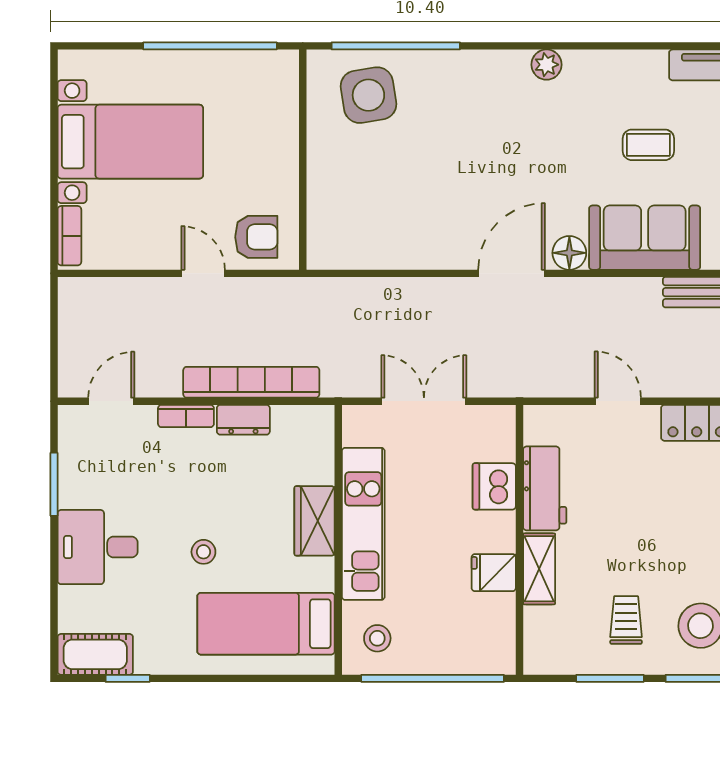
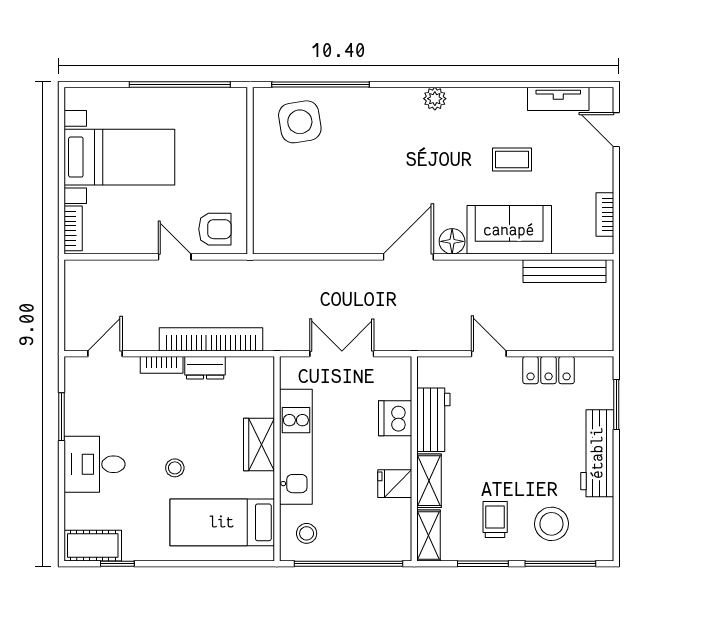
shelving: (538, 641) -> (429, 535), added

